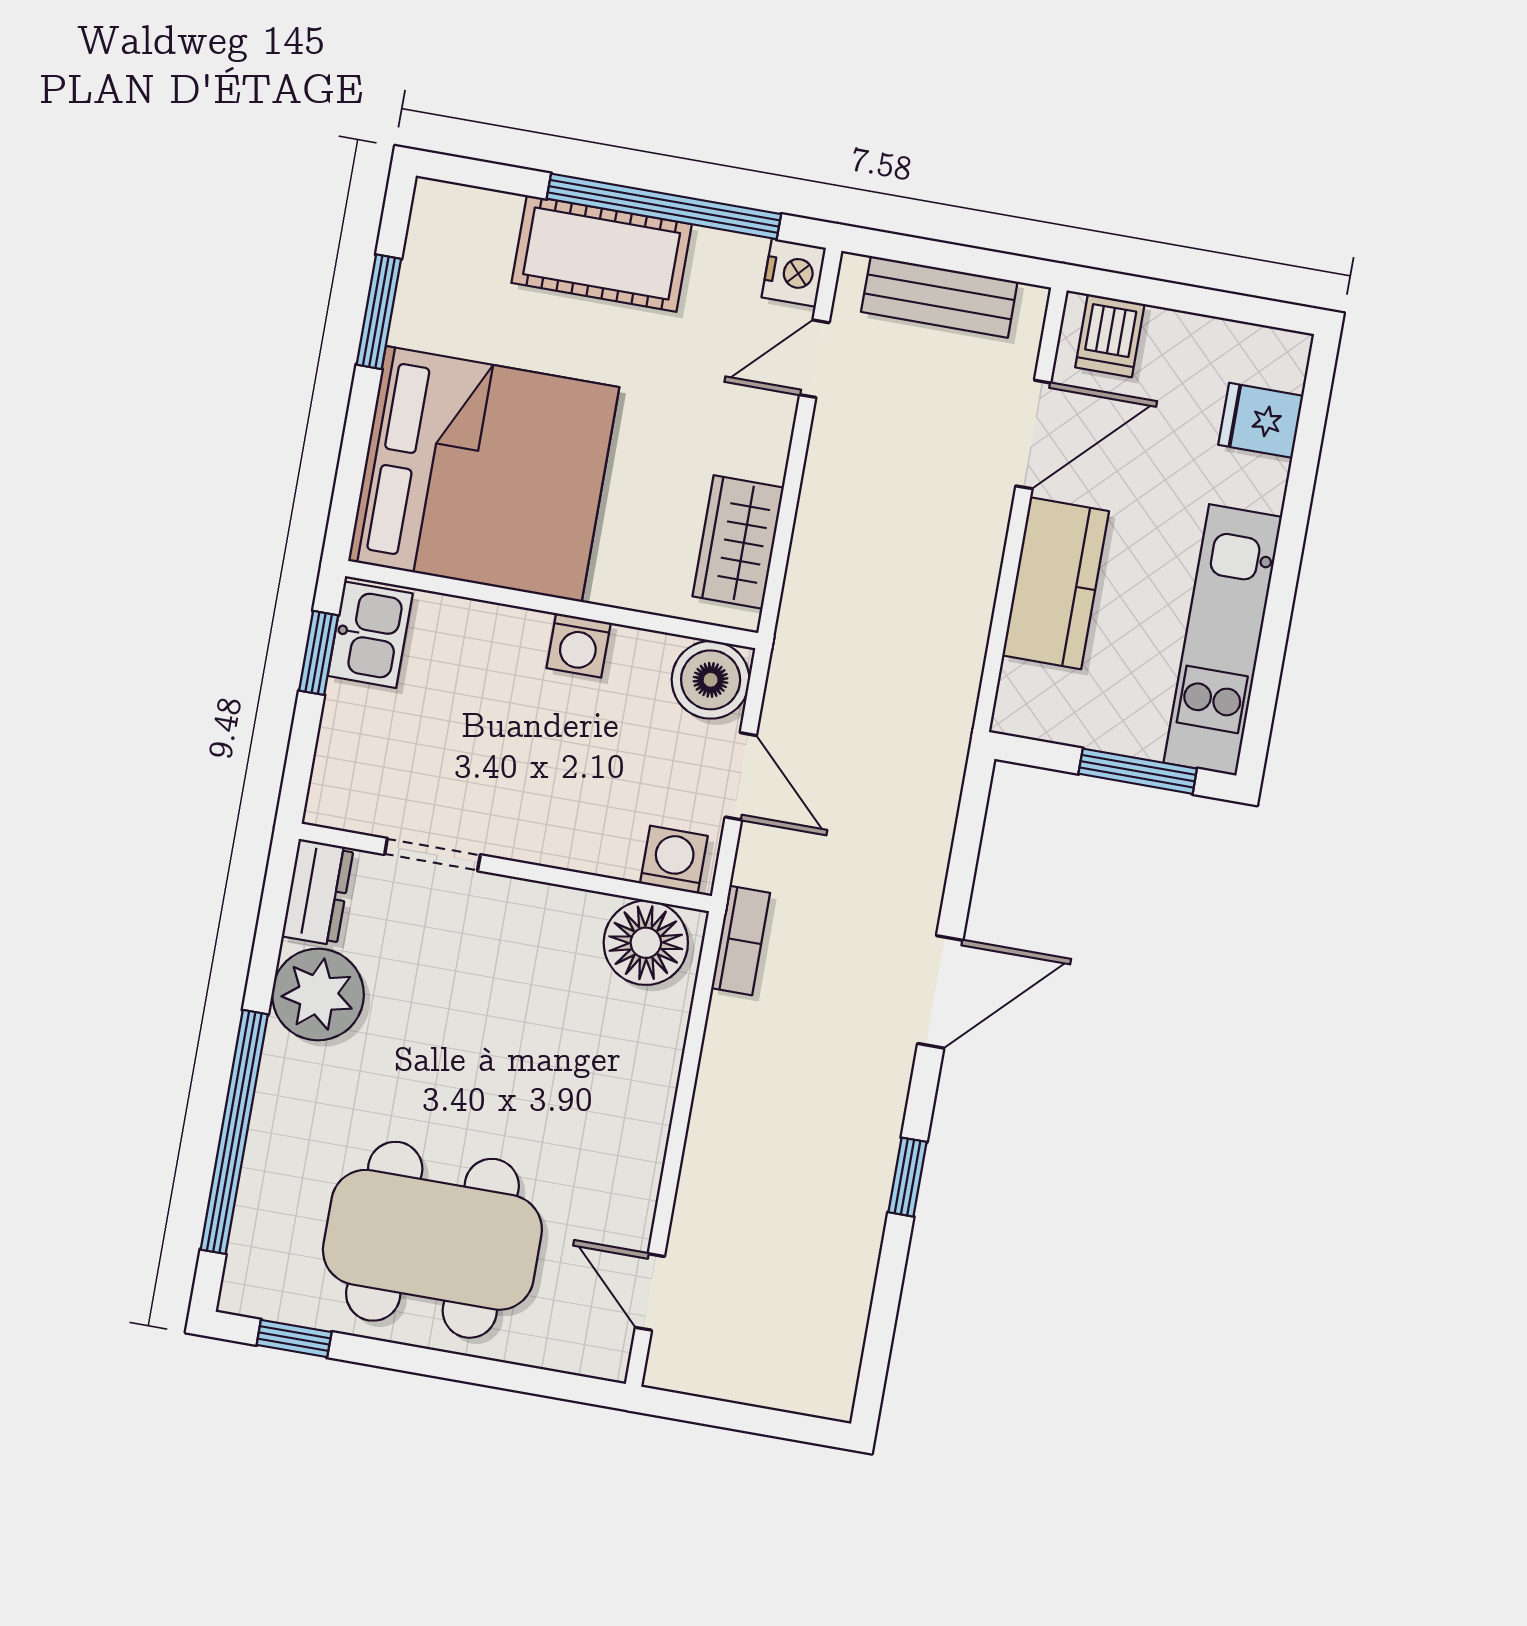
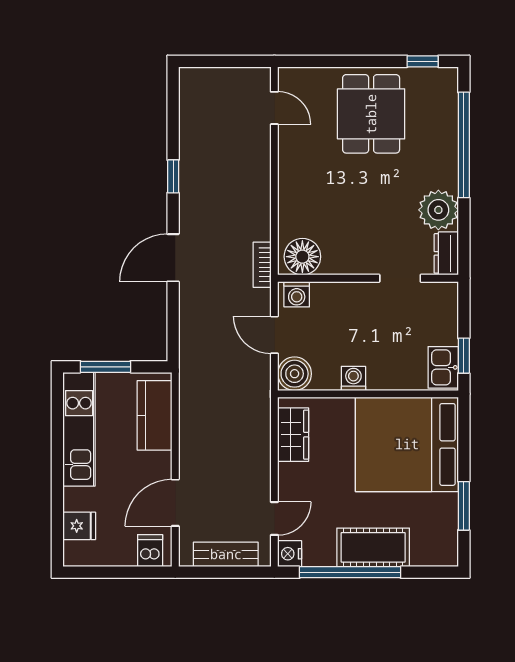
kitchen counter: (1056, 583) -> (155, 415), moved
dining table: (432, 1240) -> (371, 114), width x0.73

